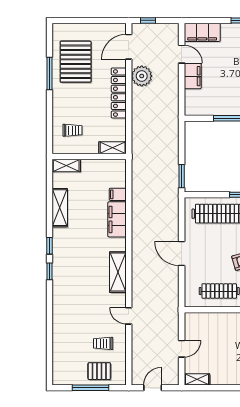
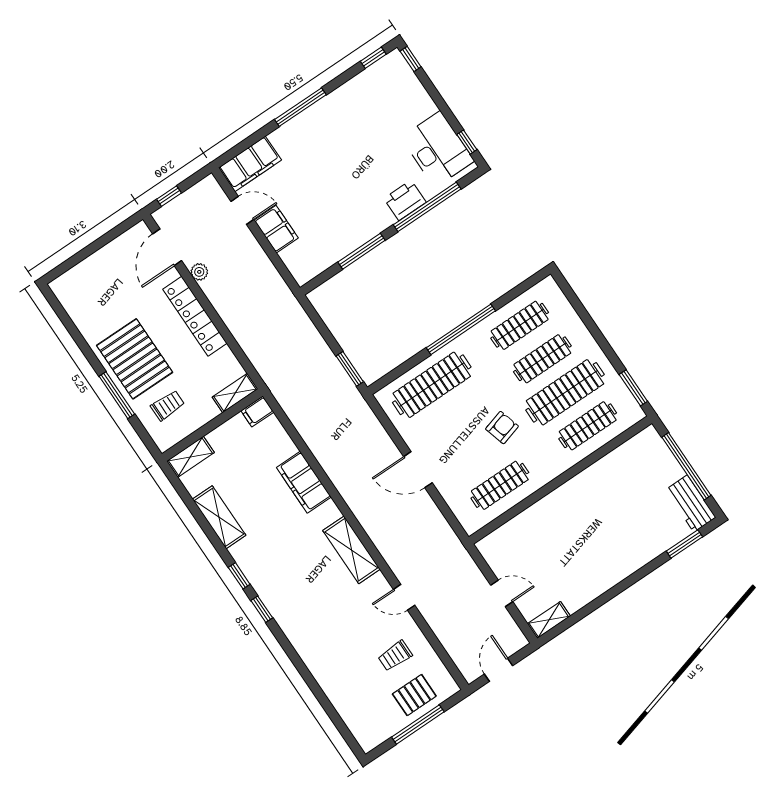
pallet: (76, 62) -> (135, 359), moved
window: (49, 74) -> (117, 395), moved
plant: (142, 76) -> (199, 272), width x0.53, depth x0.53
filing cabinet: (118, 194) -> (257, 411), moved
door: (182, 349) -> (502, 593), hinge flipped

